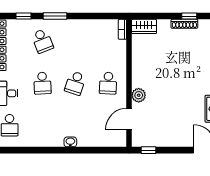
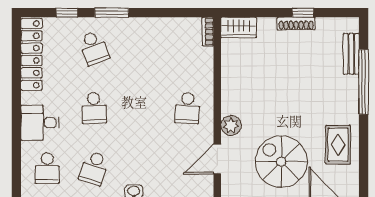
school desk: (75, 83) -> (94, 168), moved
spiral stairs: (174, 121) -> (281, 162), added

